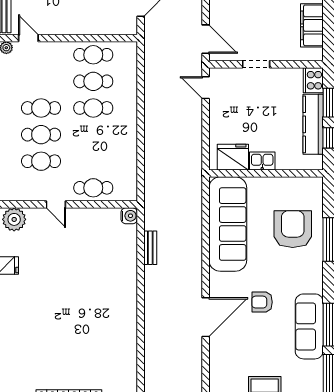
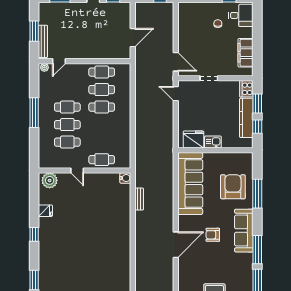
door: (28, 38) -> (59, 61), swing flipped
sofa: (309, 326) -> (244, 231), moved

